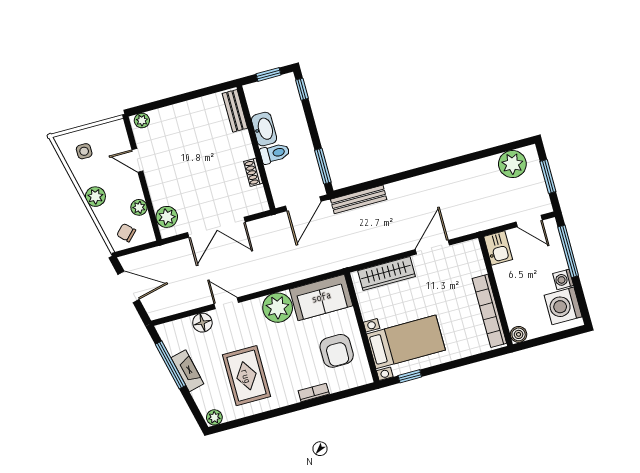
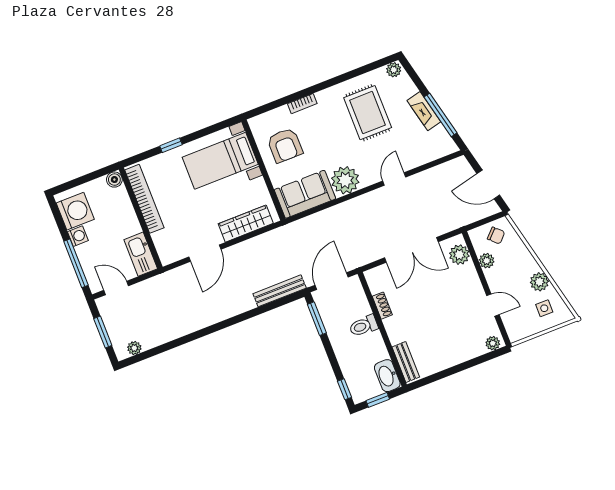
washbasin: (264, 129) -> (387, 376), moved
plant: (512, 164) -> (134, 348), width x0.53, depth x0.53
plant: (95, 197) -> (539, 282), moved
double door: (216, 227) -> (411, 250), swing flipped
kitchen sink: (498, 248) -> (141, 254), width x1.38
door: (226, 303) -> (394, 179), swing flipped
floor lamp: (202, 323) -> (415, 158), removed
armchair: (337, 351) -> (285, 145), turned 180
window: (410, 376) -> (171, 145), moved

